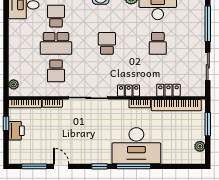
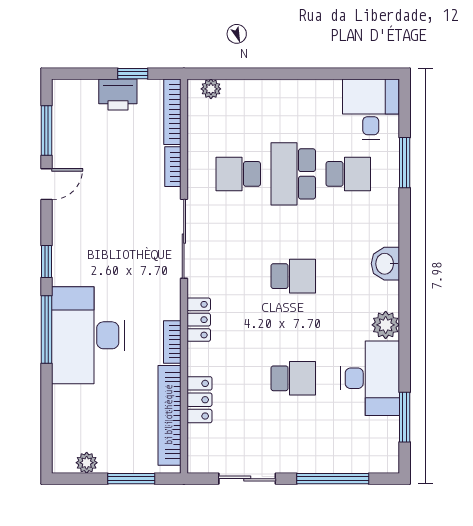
school desk: (158, 43) -> (293, 378), turned 180

